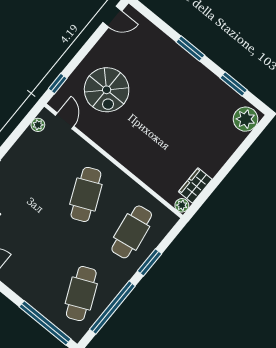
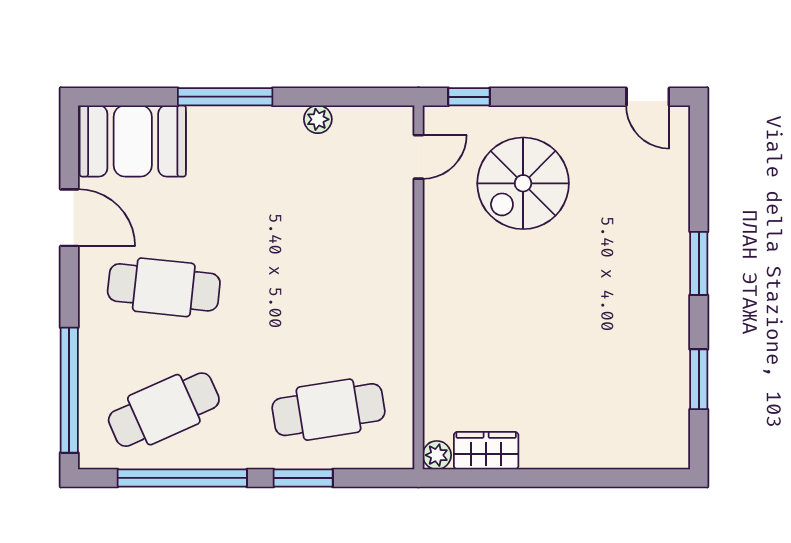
plant: (246, 119) -> (658, 444), removed
plant: (38, 125) -> (318, 119), moved
cafe table: (86, 194) -> (164, 287), moved, turned 30

